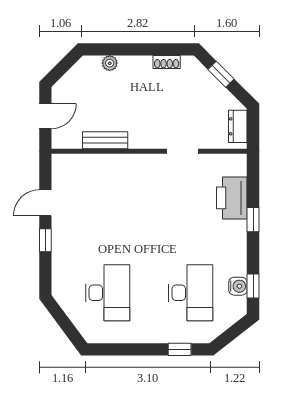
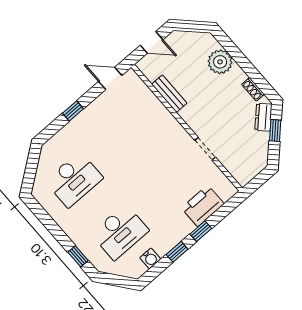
plant: (110, 63) -> (220, 62), width x1.87, depth x1.87
dresser: (238, 126) -> (263, 117), moved, turned -45
door: (45, 203) -> (110, 78), moved
window: (253, 286) -> (177, 252), moved

